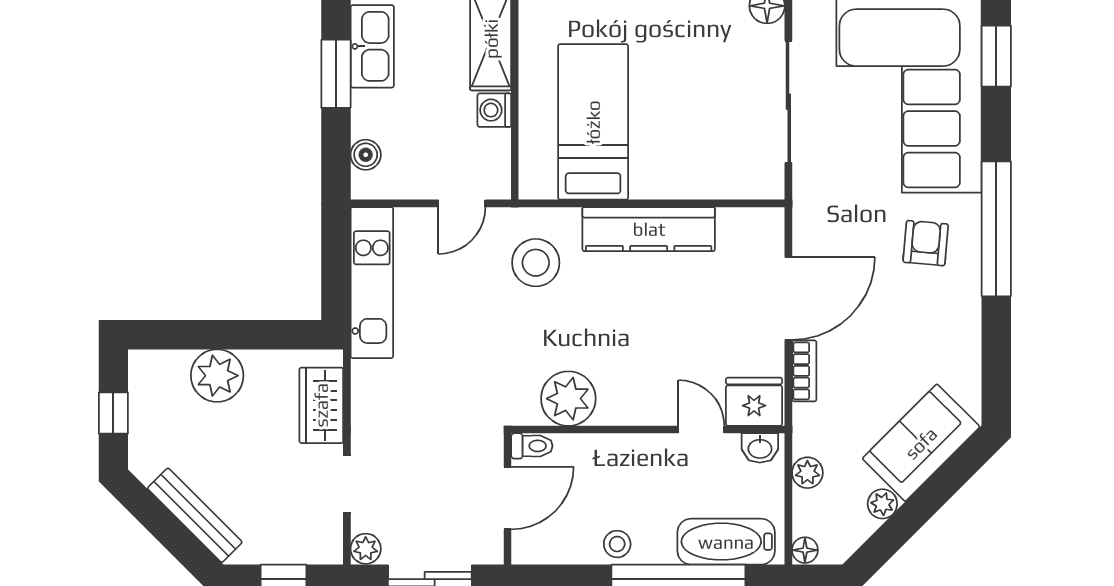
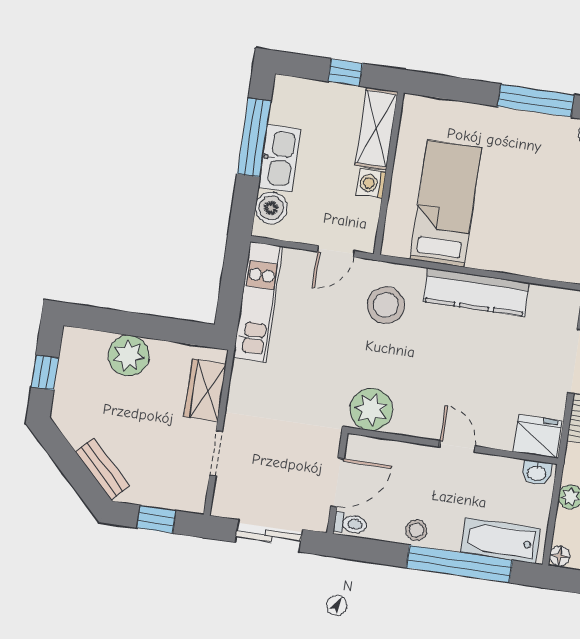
kitchen sink: (372, 46) -> (279, 158), moved
window: (336, 74) -> (254, 138), width x1.44
boiler: (366, 155) -> (271, 208), width x1.36, depth x1.36
plant: (568, 399) -> (371, 409), moved
door: (701, 430) -> (457, 446), moved
toilet: (532, 446) -> (350, 524), moved
bench: (195, 515) -> (102, 469), width x0.73
plant: (366, 549) -> (223, 505), removed

